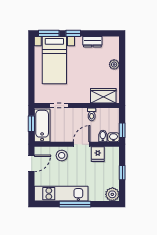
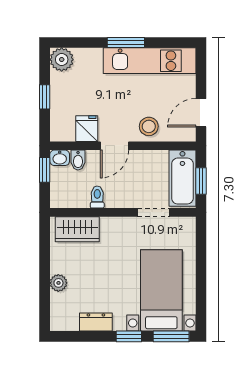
window: (75, 204) -> (126, 43), width x0.69

